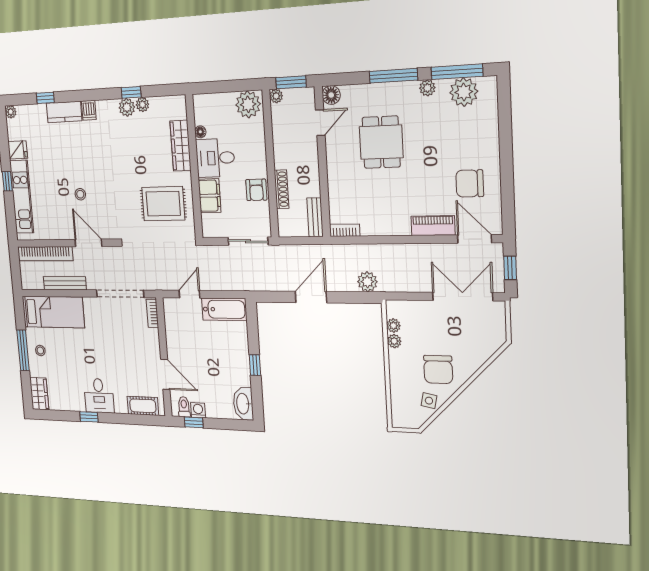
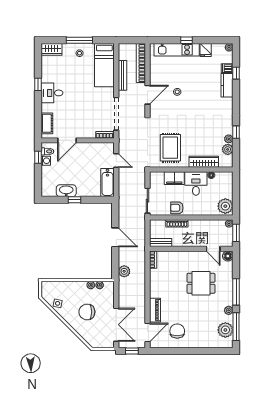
plant: (127, 107) -> (228, 149), moved
dishwasher: (89, 110) -> (227, 68), moved
chair: (438, 370) -> (87, 312), moved
washbasin: (243, 404) -> (66, 191), moved

